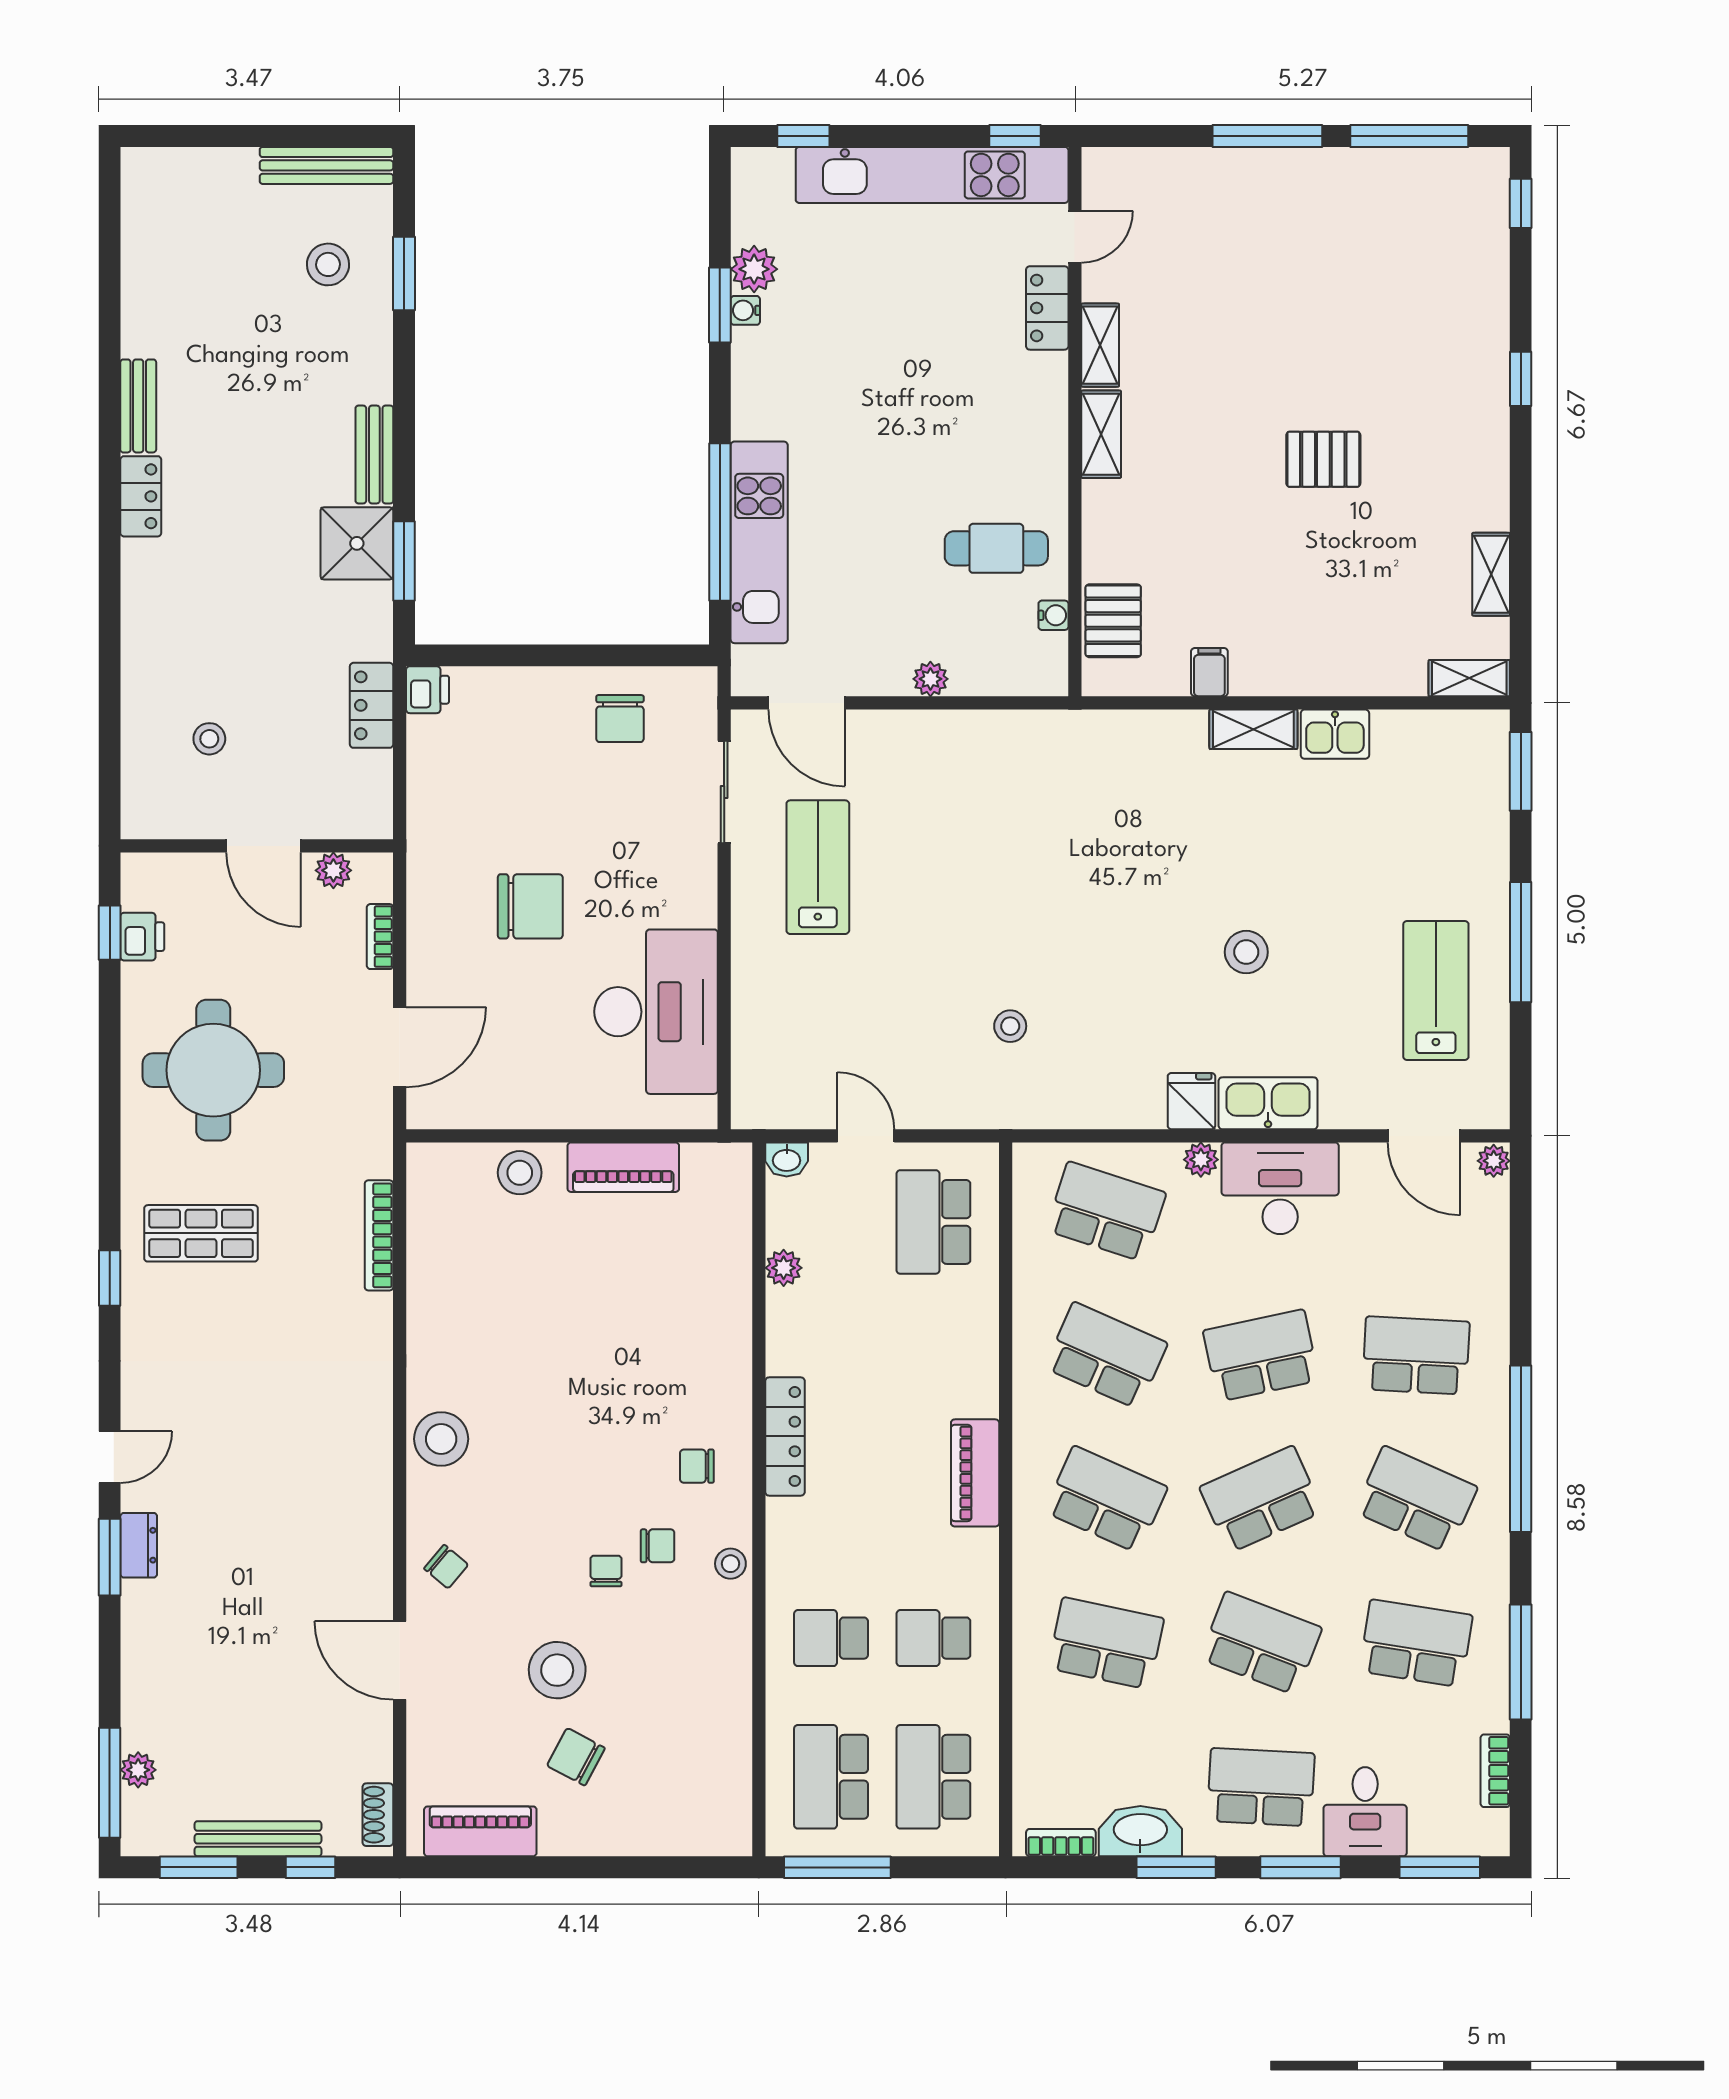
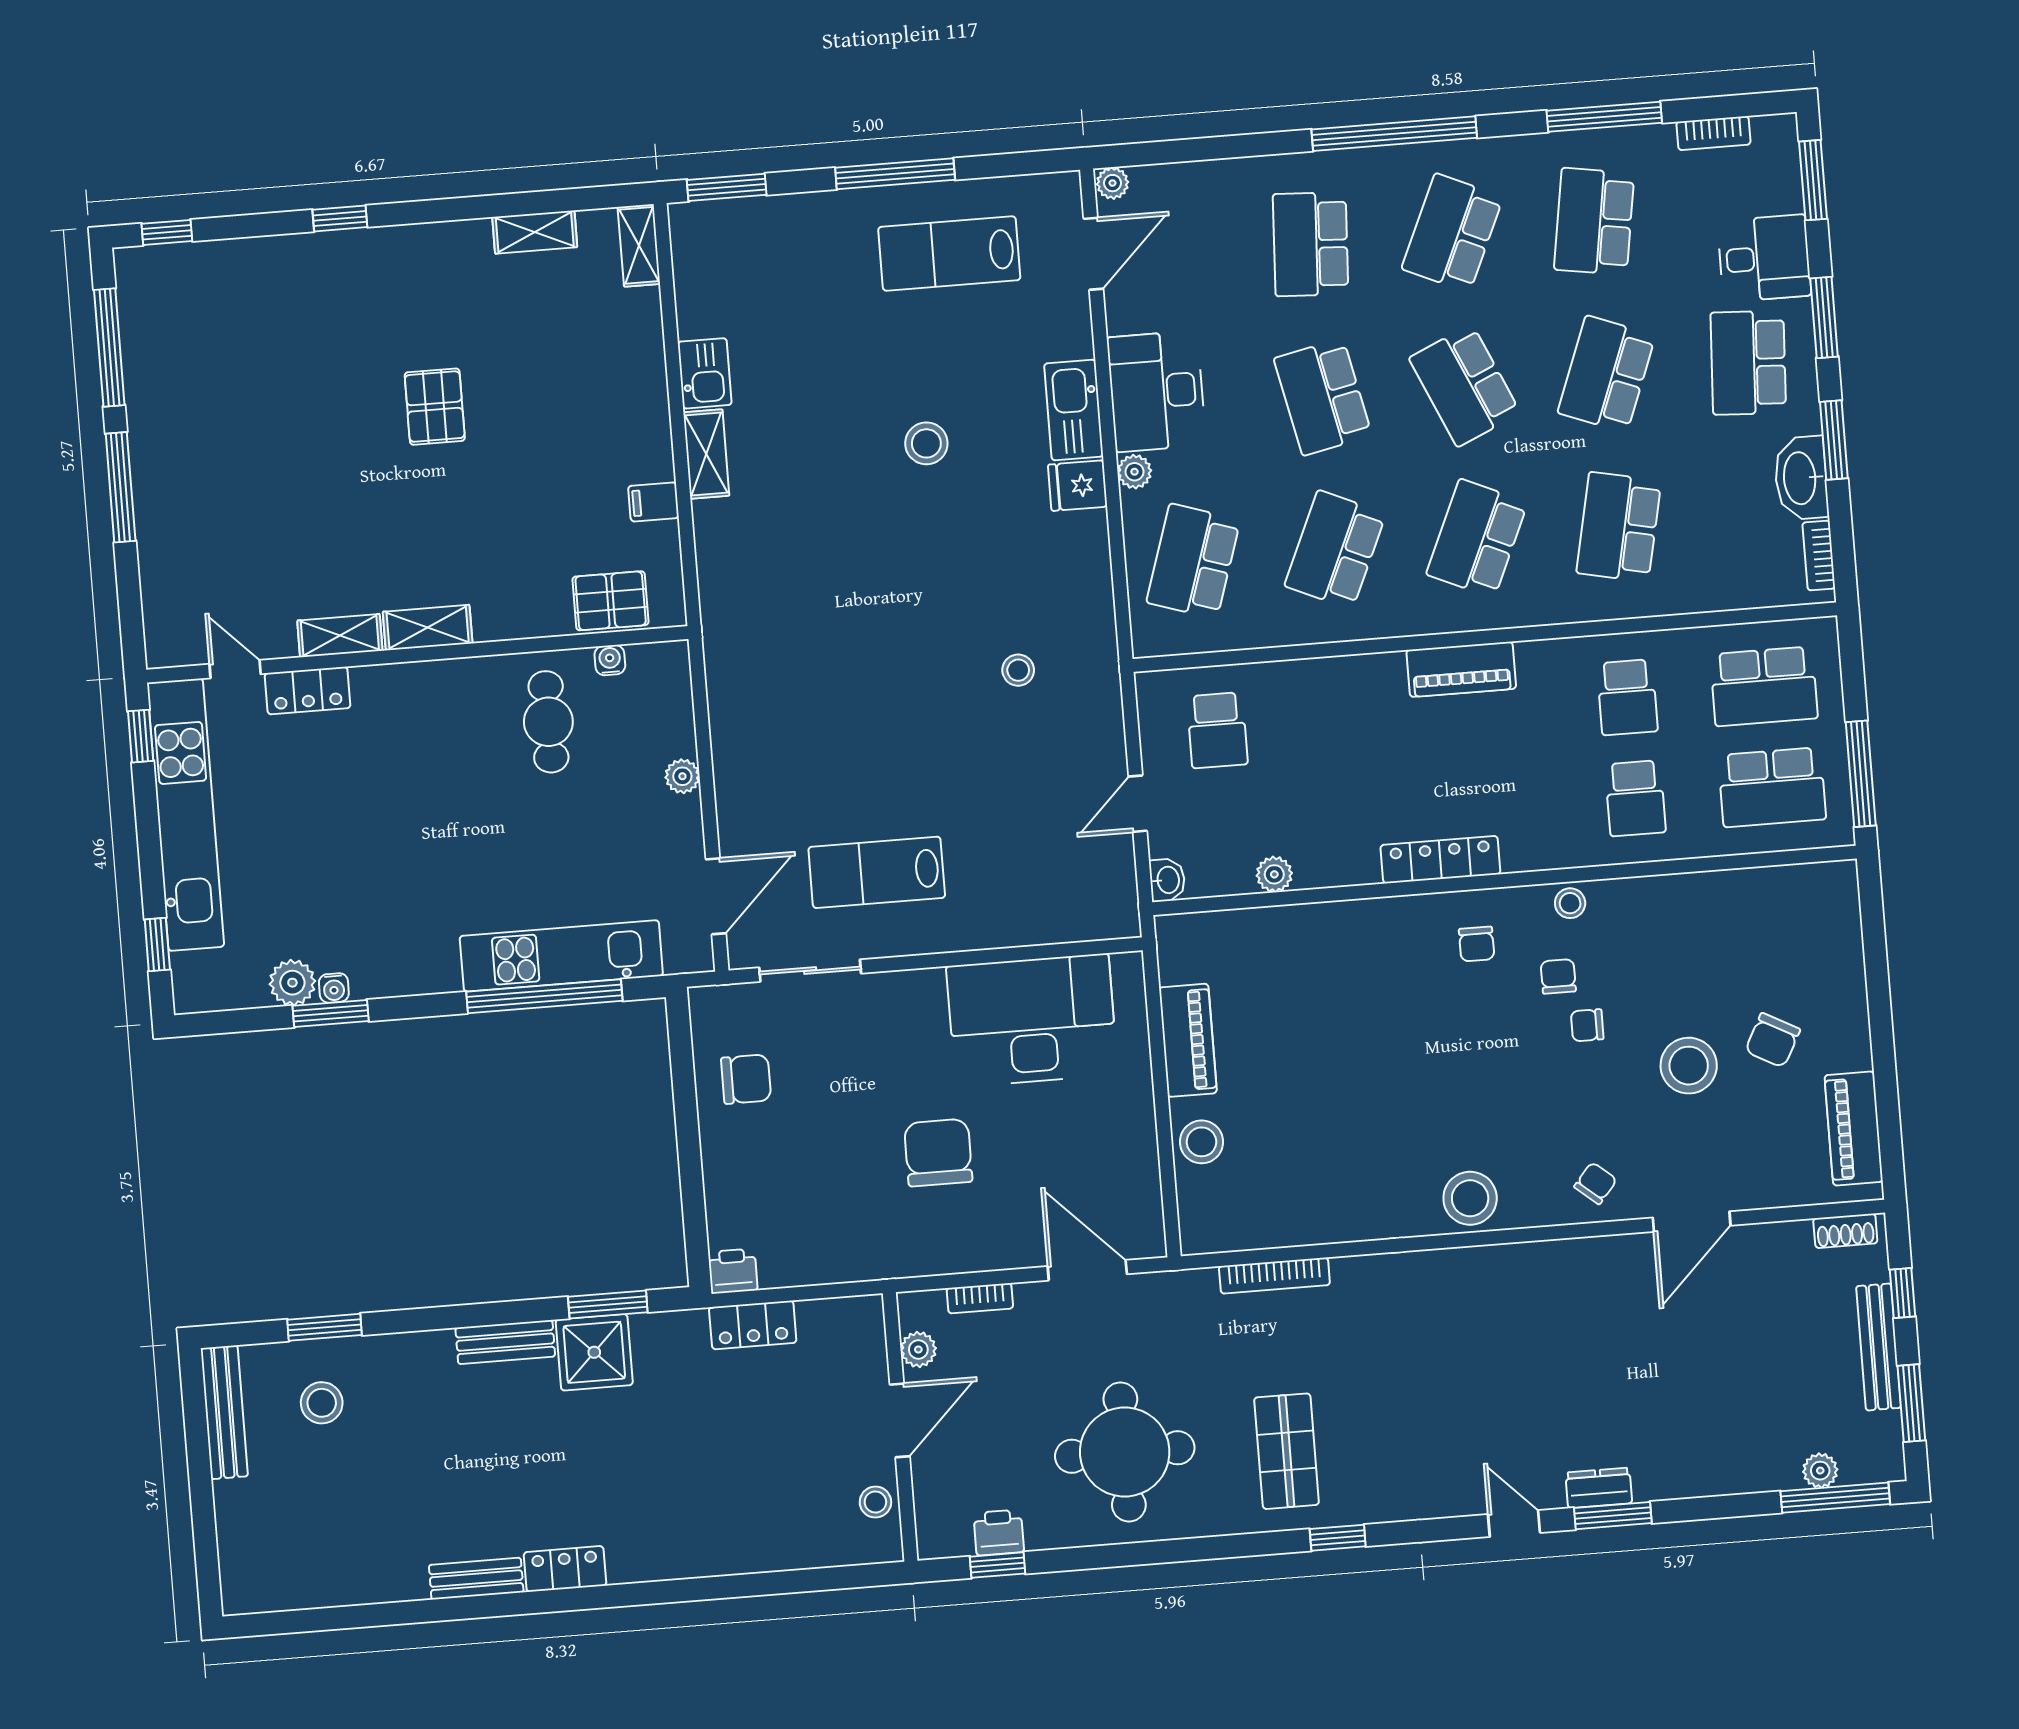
stool: (209, 739) -> (875, 1502), moved
school desk: (933, 1222) -> (1217, 730), width x0.54

